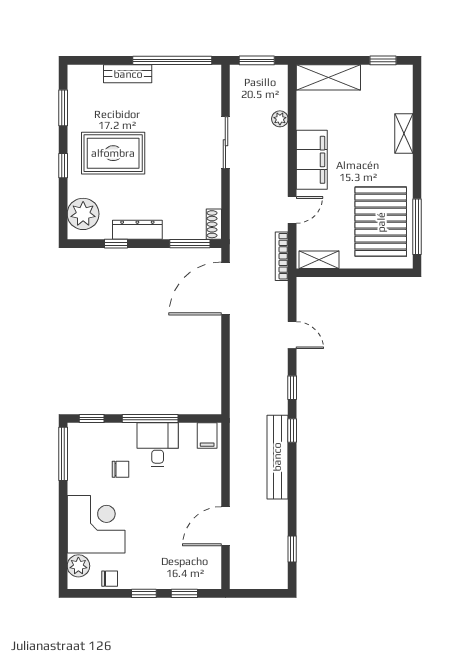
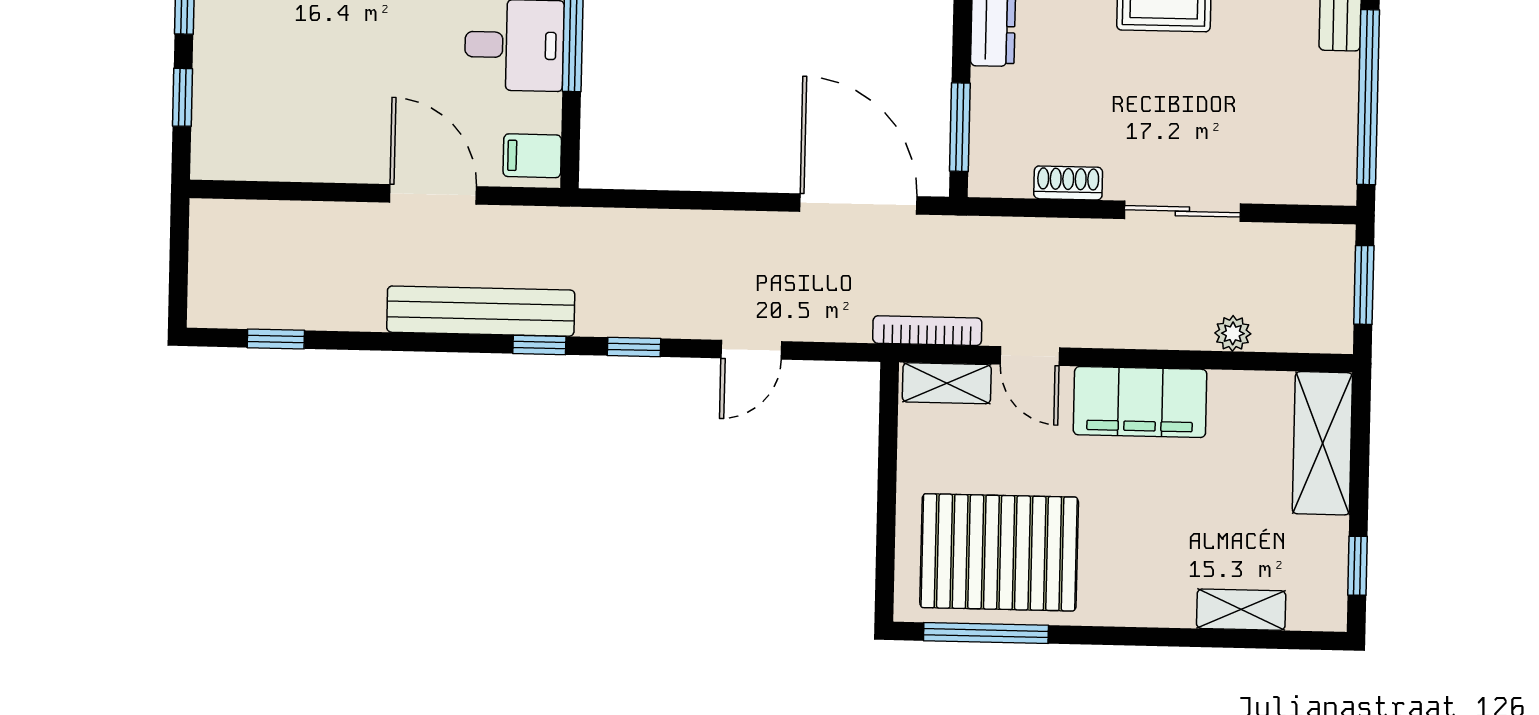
shelving: (404, 134) -> (1241, 610), moved
shoe rack: (214, 224) -> (1068, 183), moved
shelving: (319, 260) -> (947, 383), moved, turned 90
door: (225, 526) -> (433, 194), moved

